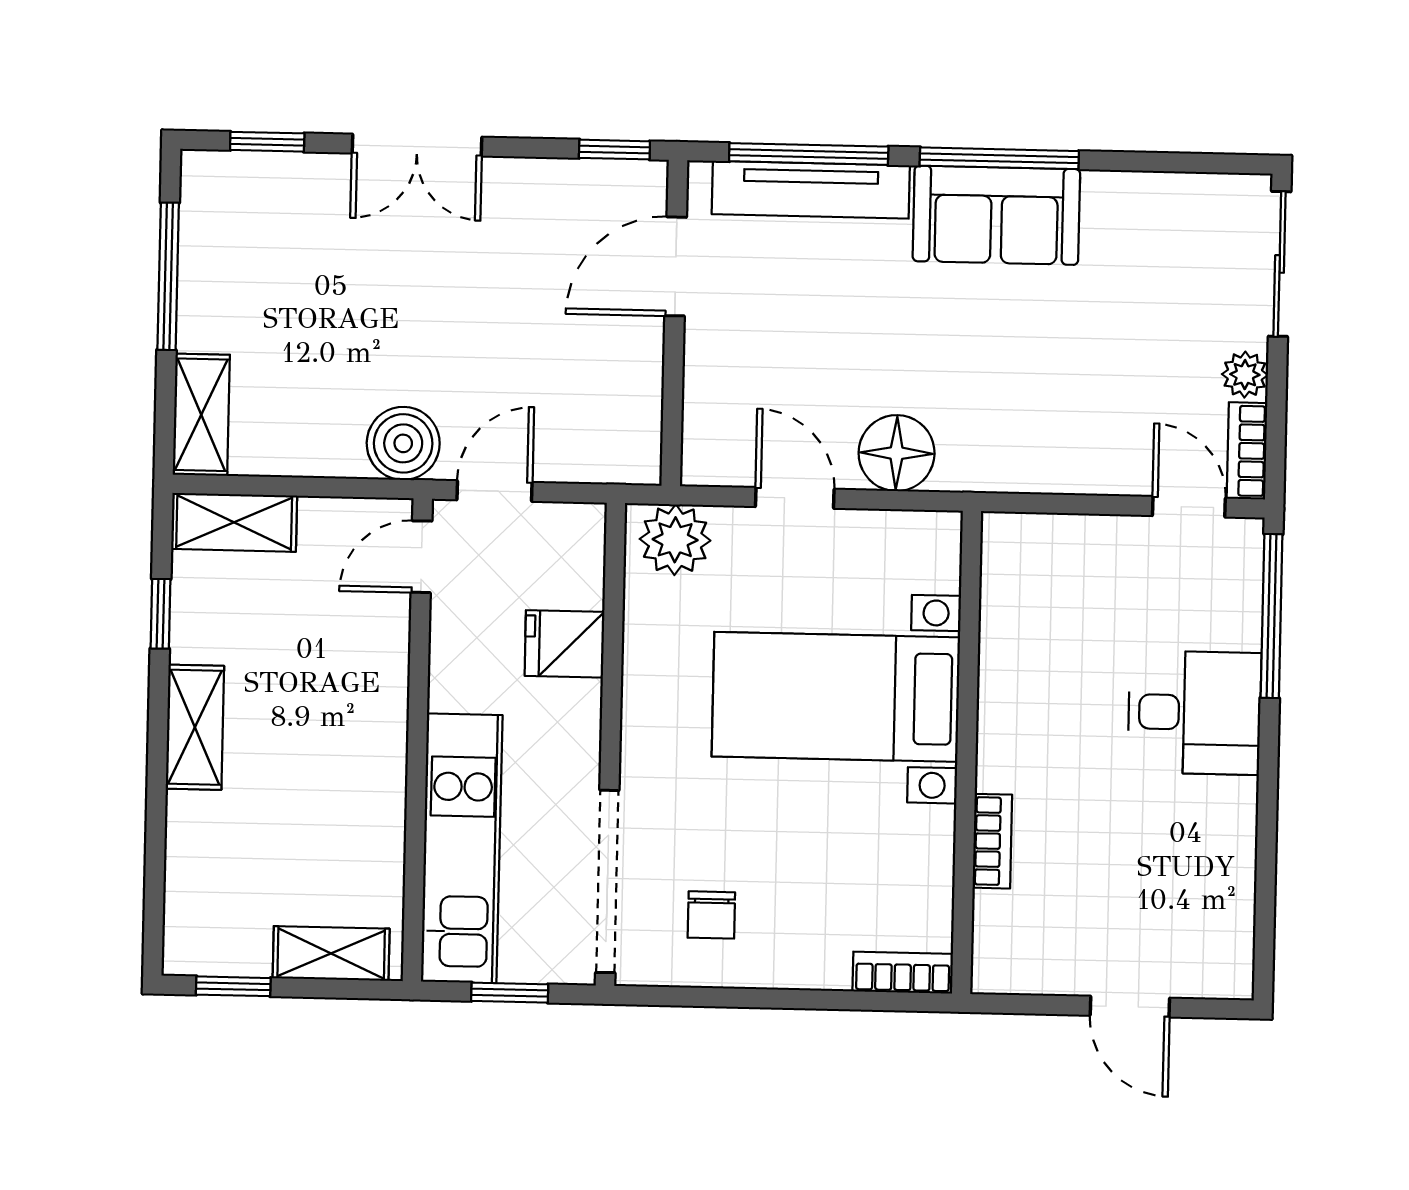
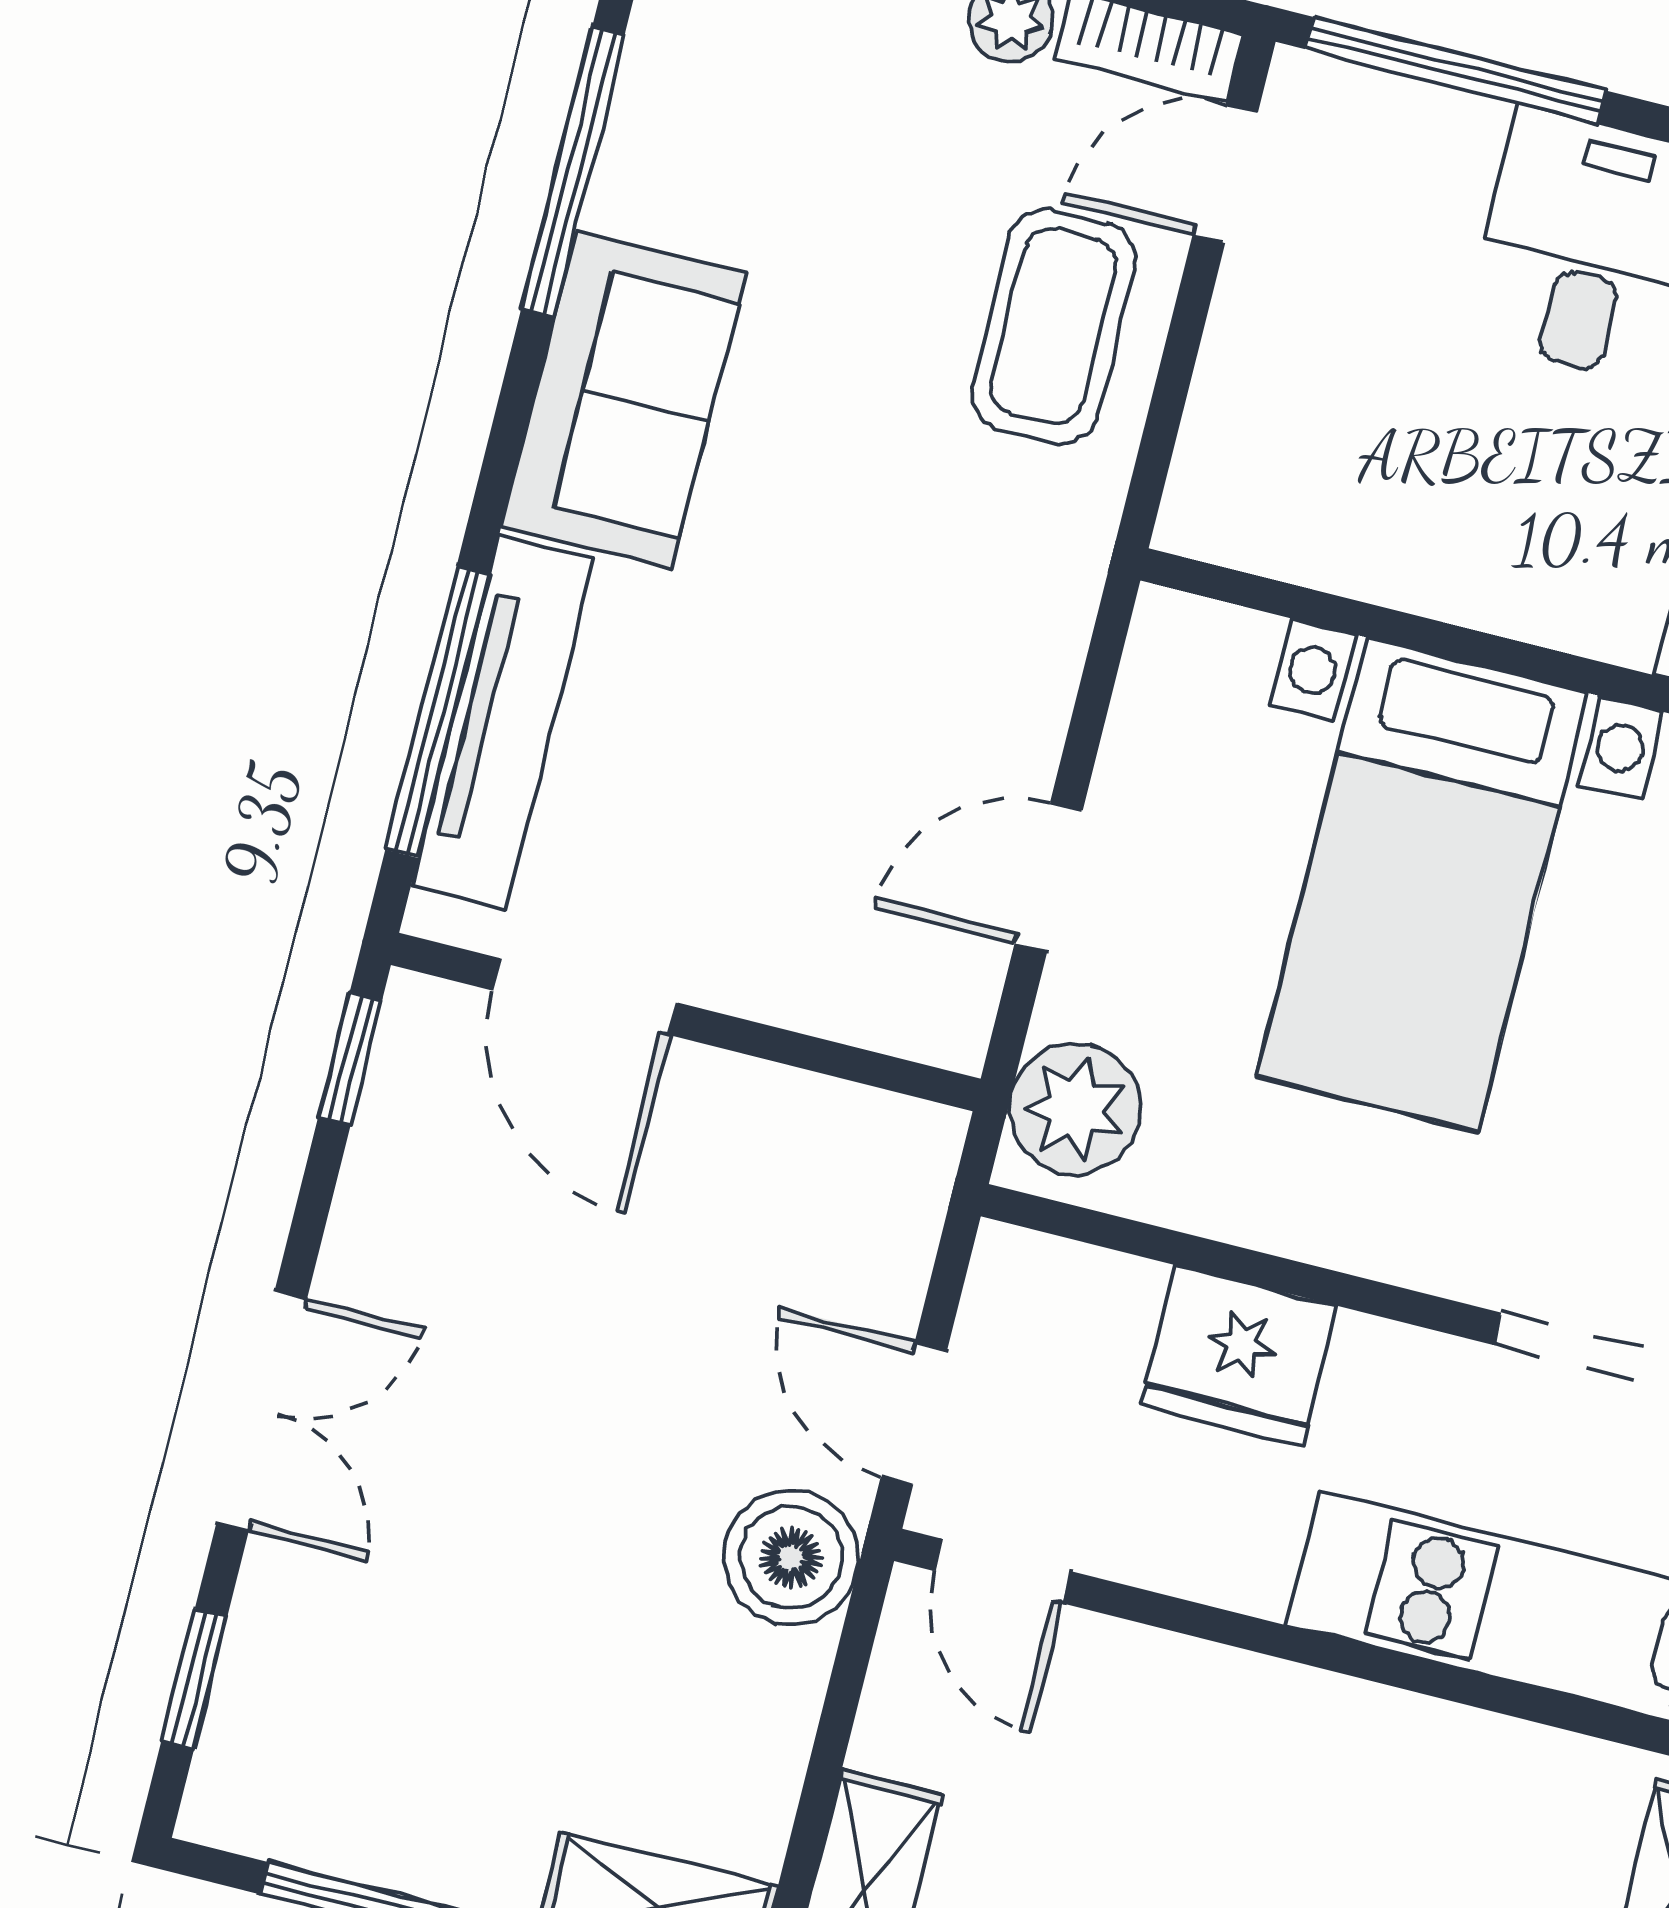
window: (999, 158) -> (573, 172), moved
coffee table: (1087, 434) -> (1054, 326), added
floor lamp: (897, 453) -> (1010, 676), removed
fridge: (564, 644) -> (1239, 1356), width x1.38

